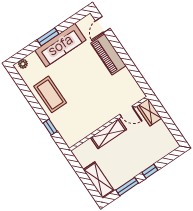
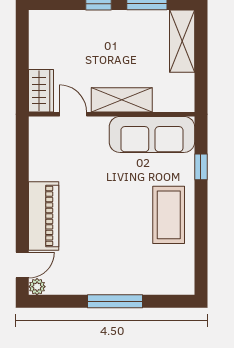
window: (48, 37) -> (115, 301), width x1.44
sofa: (60, 45) -> (152, 134), moved, turned 180
plant: (23, 64) -> (37, 287), moved

